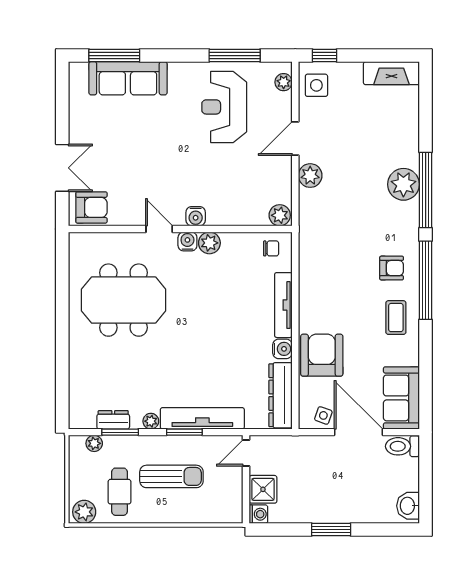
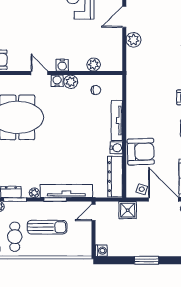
plant: (280, 215) -> (94, 65), moved
chair: (271, 248) -> (96, 90), moved
armchair: (322, 355) -> (141, 152), turned 88
shower: (263, 489) -> (128, 210), moved

